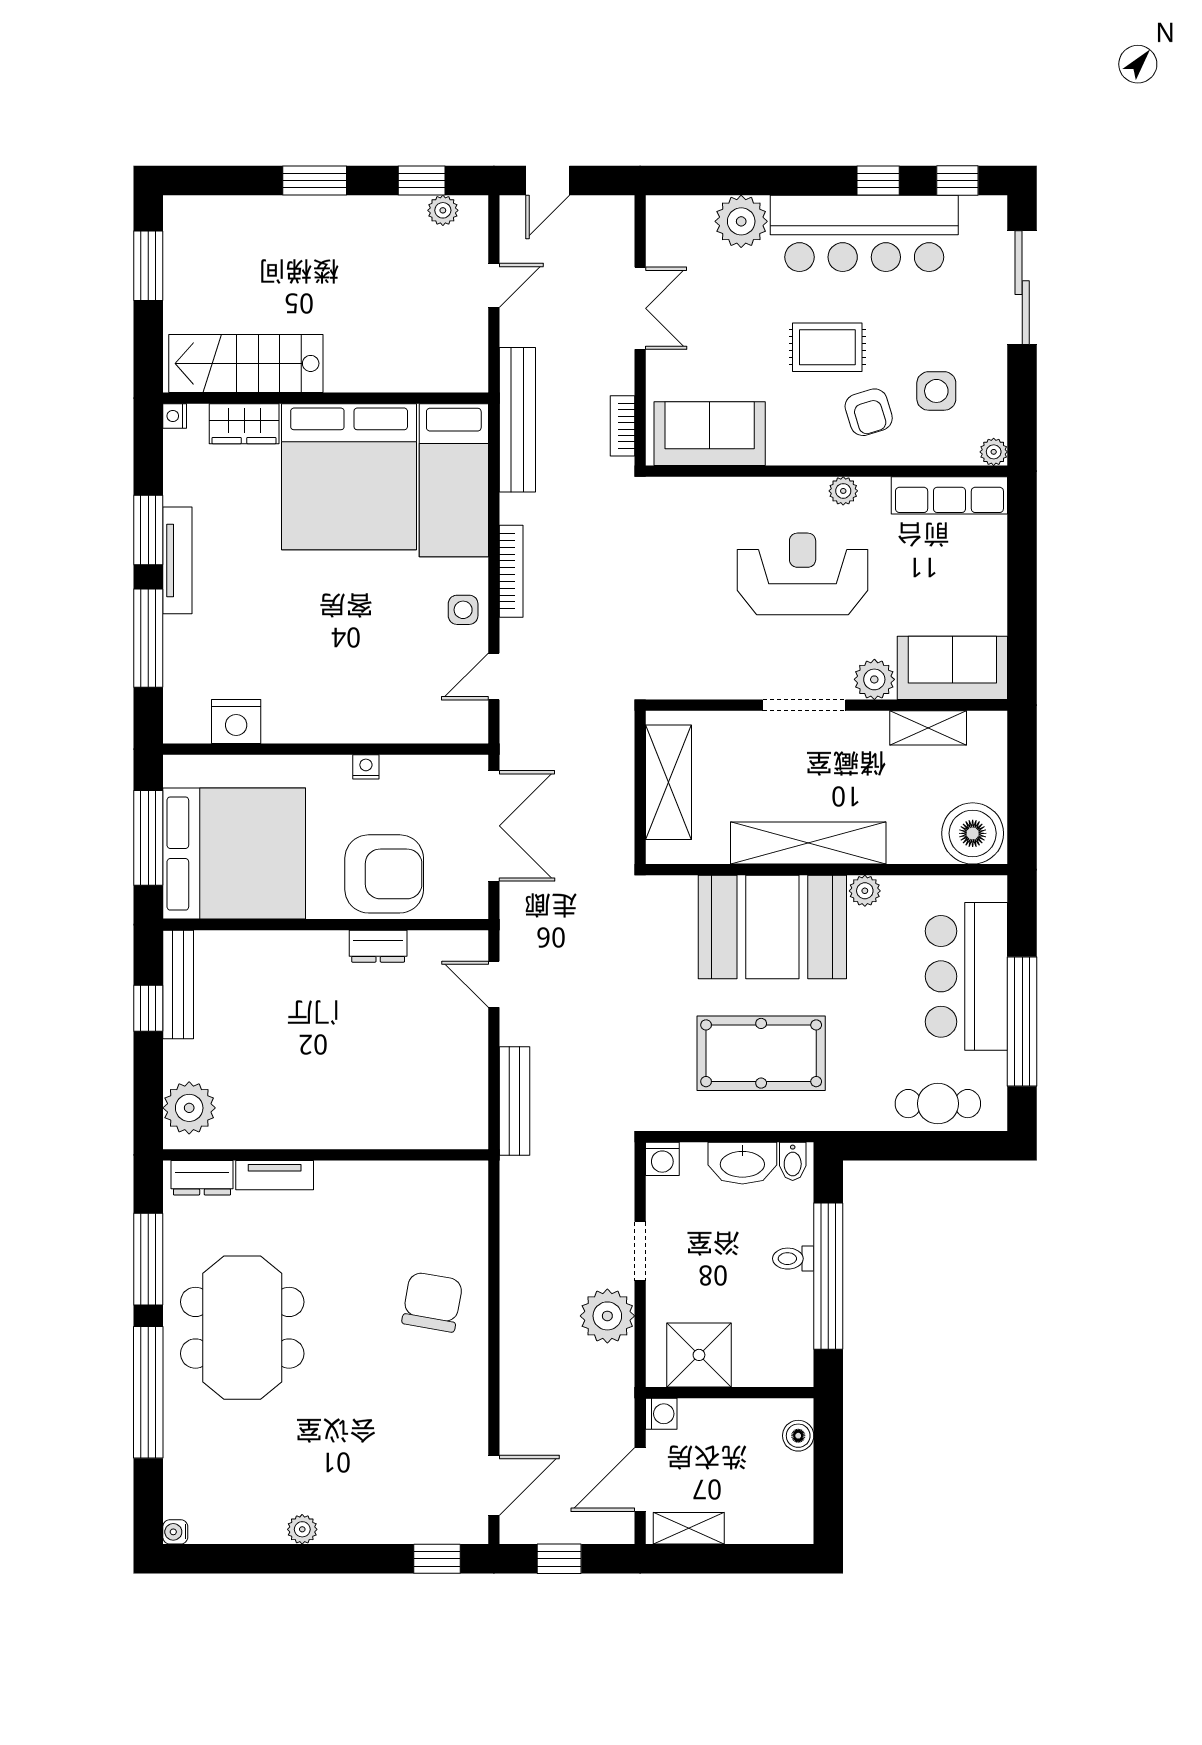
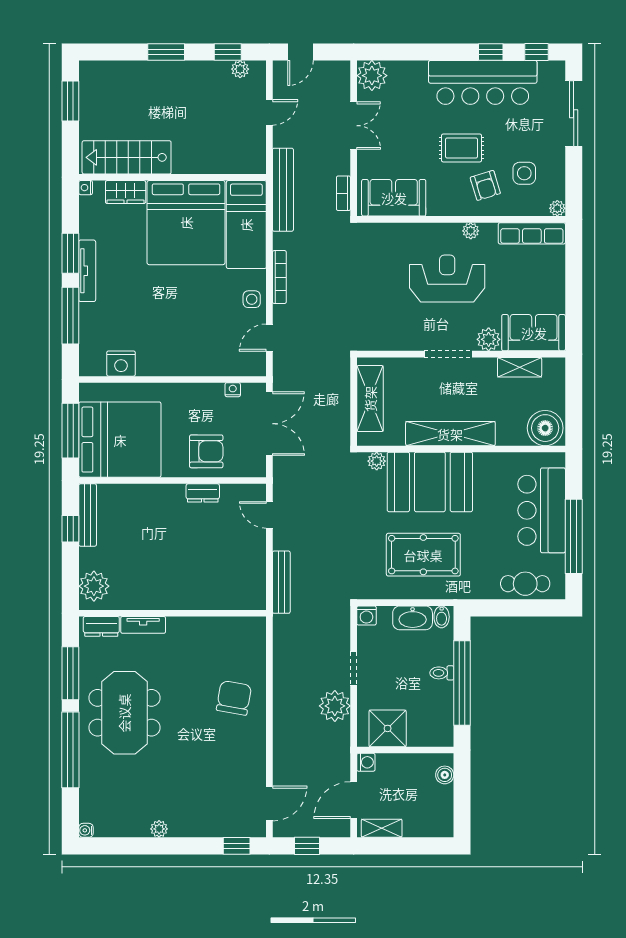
plant: (741, 221) -> (372, 76), moved
nightstand: (366, 767) -> (233, 390), moved
armchair: (384, 874) -> (206, 451), width x0.73, depth x0.73
plant: (865, 891) -> (377, 461), moved

